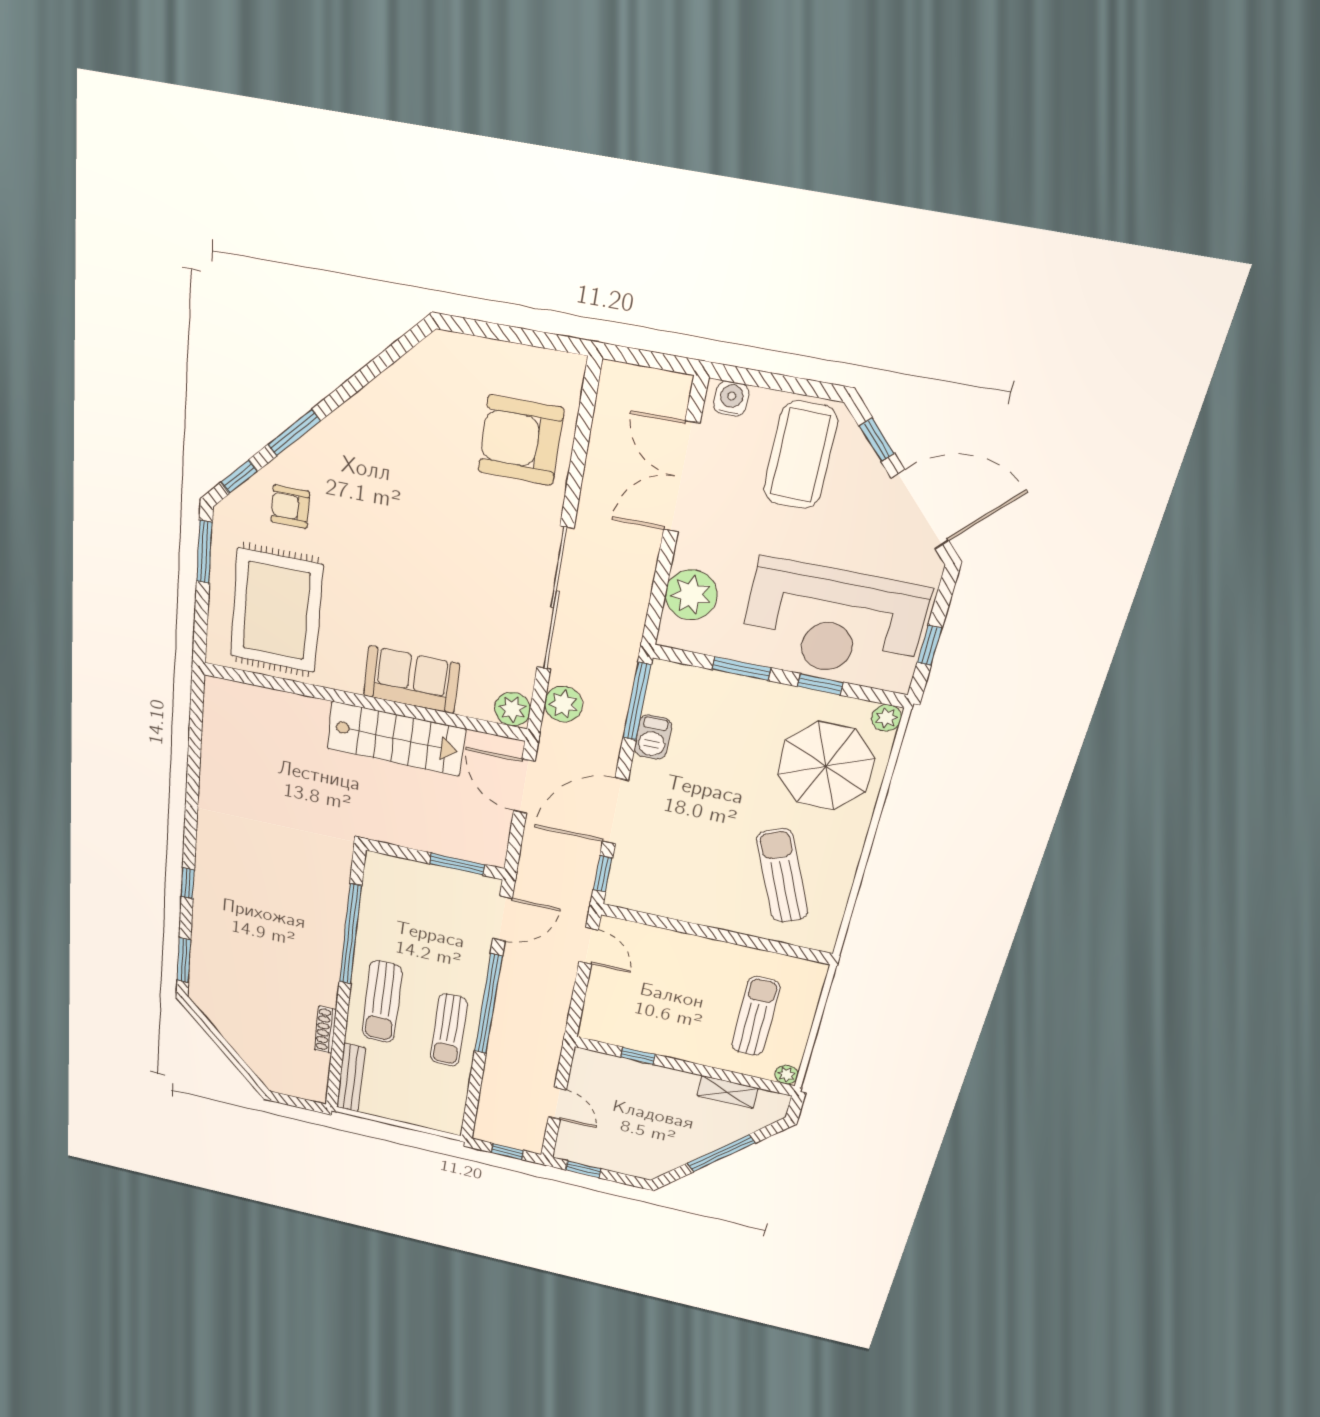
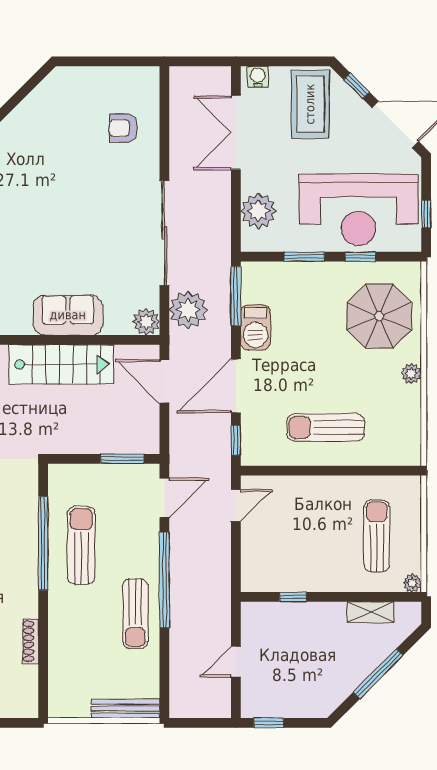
armchair: (521, 440) -> (123, 128), width x0.53, depth x0.53
plant: (563, 704) -> (188, 310), width x1.36, depth x1.36
plant: (886, 718) -> (411, 374), moved
barbecue: (653, 737) -> (256, 327), width x1.38, depth x1.27
sun lounger: (782, 876) -> (326, 427), moved, turned -67
door: (589, 946) -> (236, 505), hinge flipped
sun lounger: (382, 1002) -> (81, 545), moved, turned 180
bench: (351, 1078) -> (126, 709), moved, turned 90
door: (557, 1103) -> (236, 662), swing flipped
window: (507, 1151) -> (202, 723), removed

